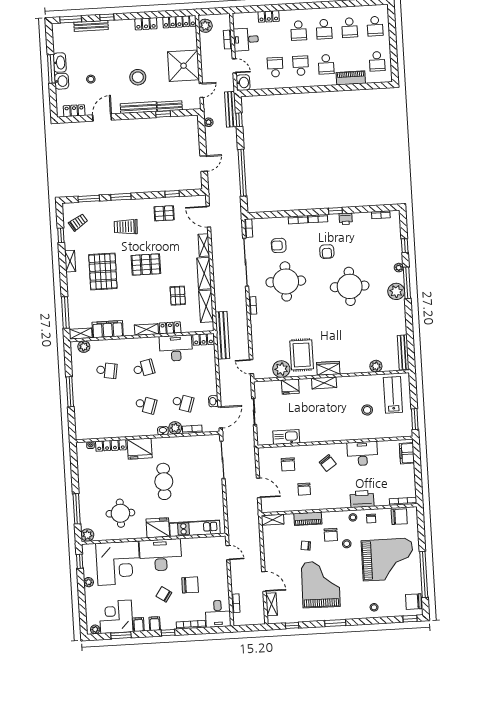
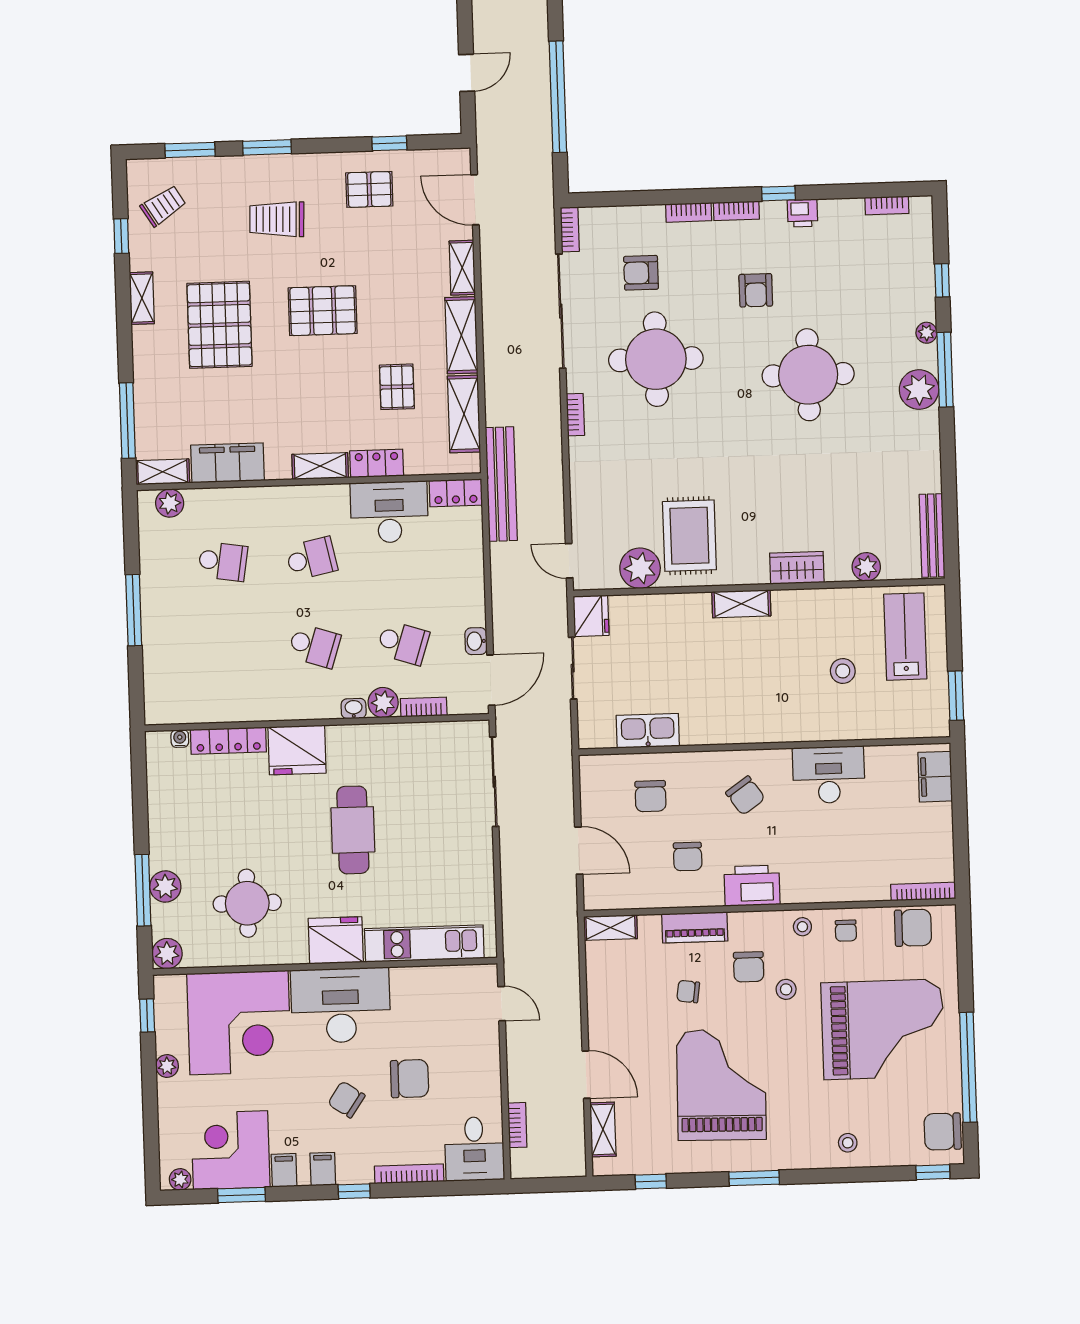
wardrobe: (328, 368) -> (797, 568), moved
fridge: (290, 387) -> (591, 616), moved, turned -90
printer: (362, 499) -> (752, 886), moved
plant: (86, 507) -> (165, 887), added

